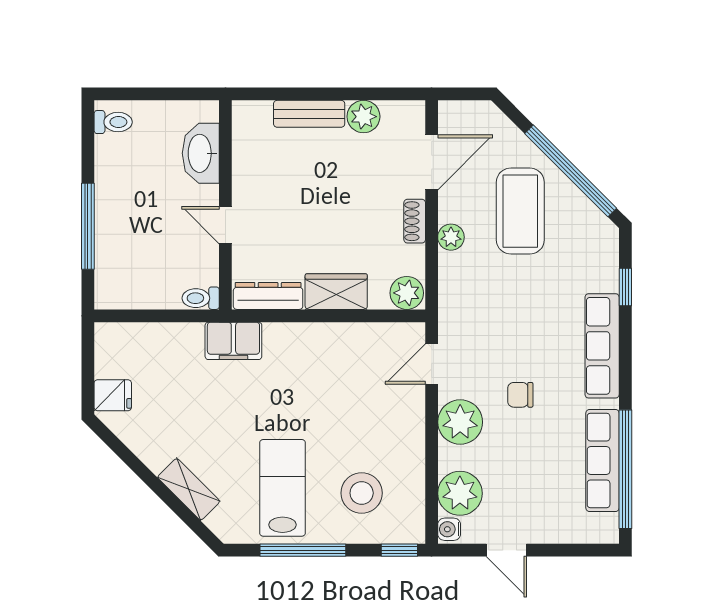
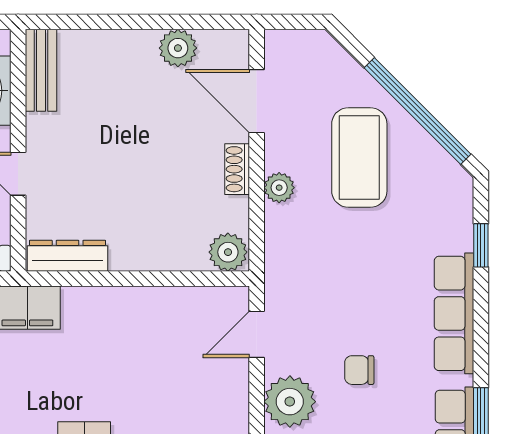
bench: (309, 114) -> (41, 70), moved, turned 90
door: (432, 162) -> (257, 101), swing flipped
wardrobe: (336, 292) -> (146, 251), removed

